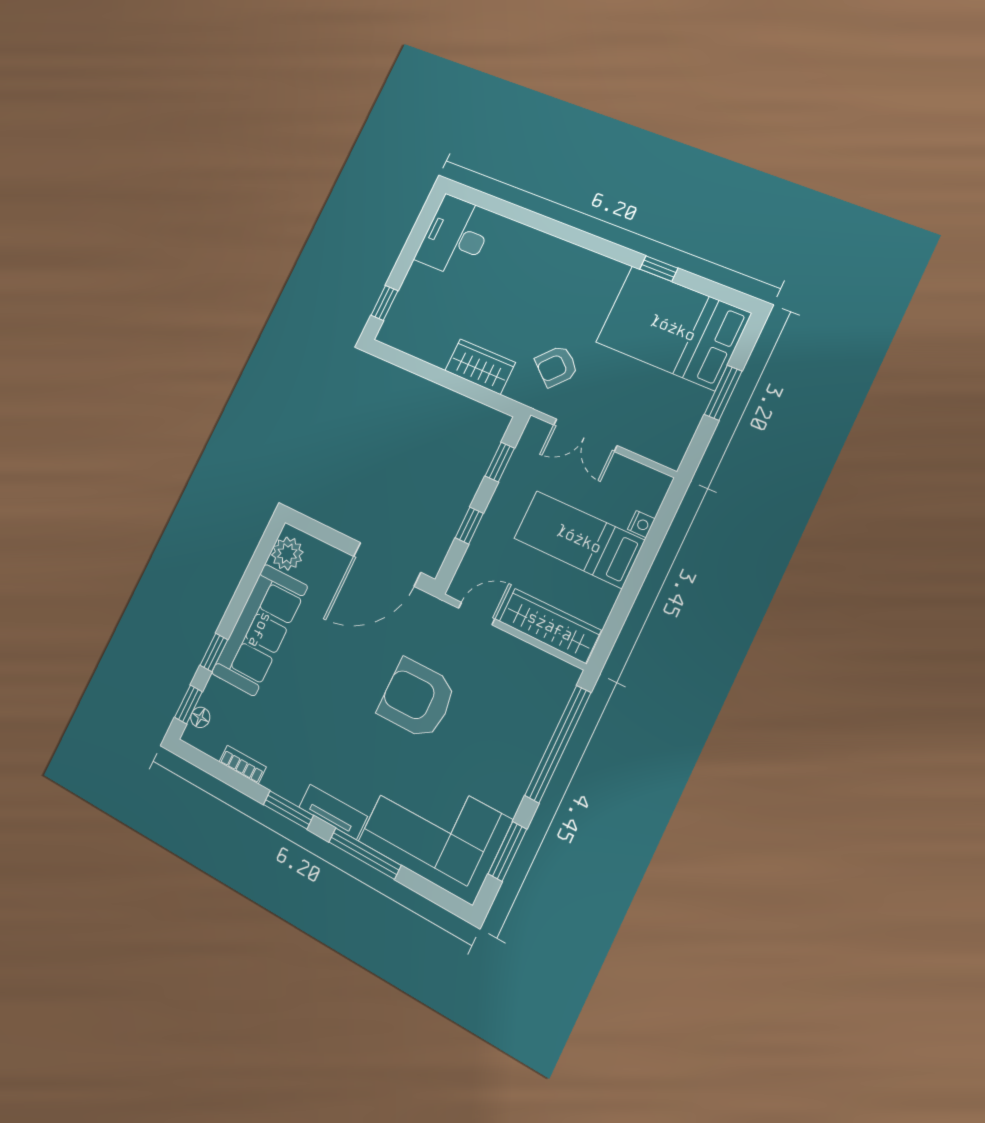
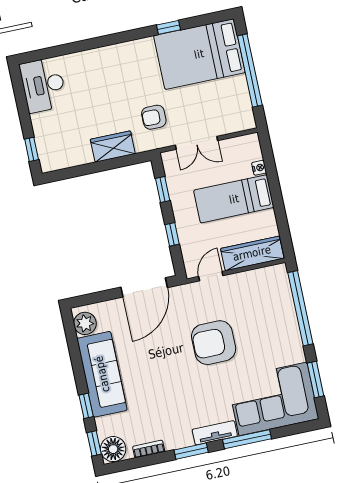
armchair: (557, 366) -> (154, 117), turned 49
window: (723, 393) -> (250, 71), width x2.11
floor lamp: (200, 717) -> (113, 449), width x1.89, depth x1.89

